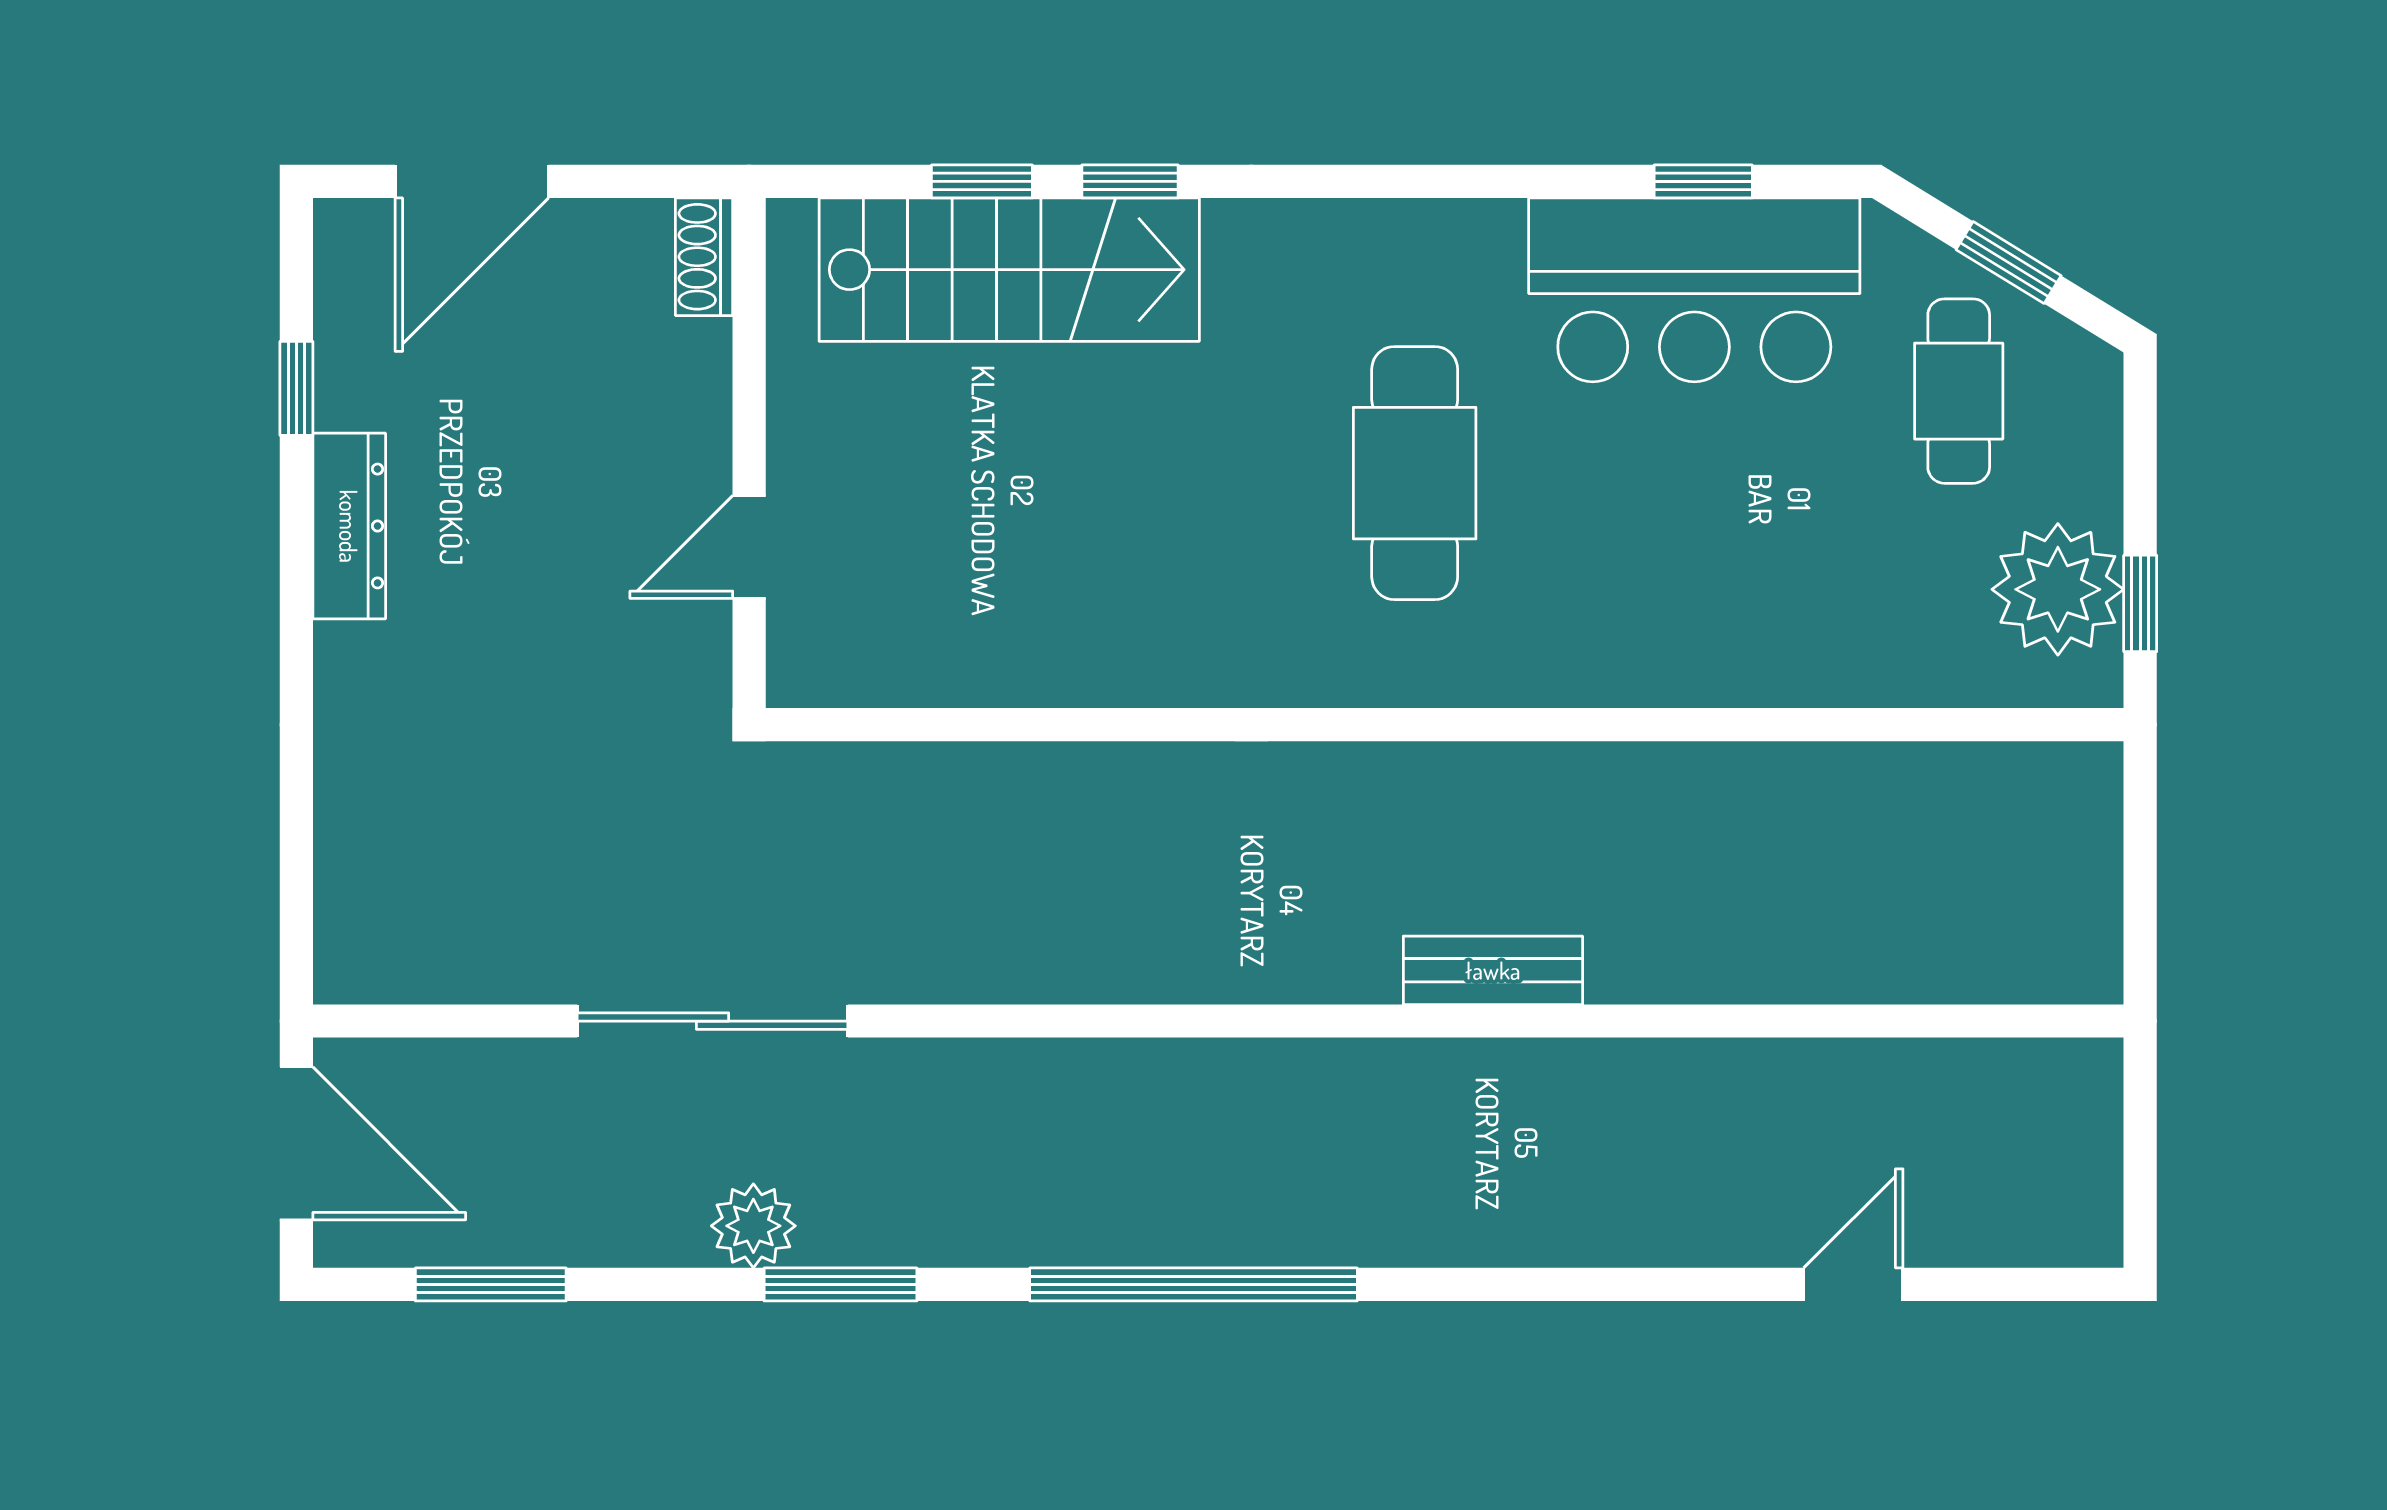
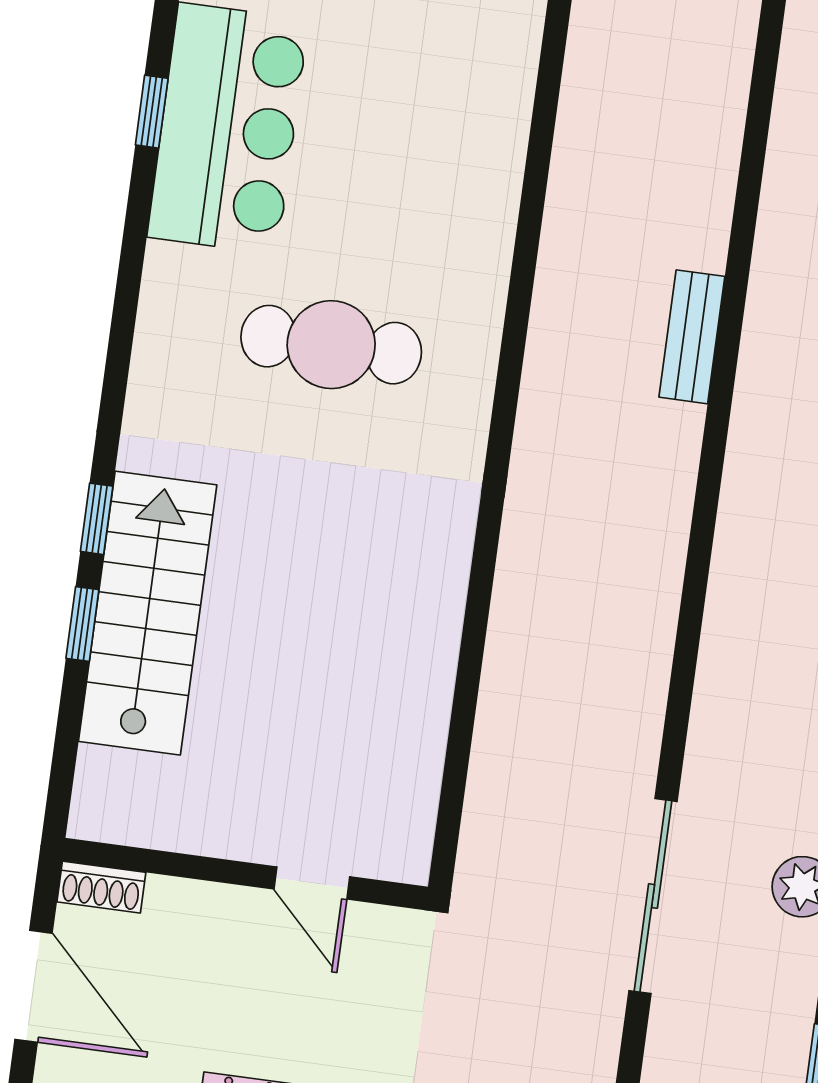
shoe rack: (704, 257) -> (101, 887), moved
wall: (749, 453) -> (245, 874), moved
door: (749, 547) -> (312, 883), moved

